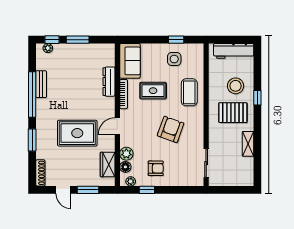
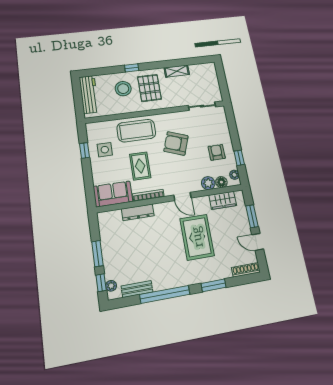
bench: (41, 84) -> (137, 289), moved
coffee table: (189, 92) -> (136, 131), width x1.36, depth x1.32
door: (63, 190) -> (258, 242), swing flipped

